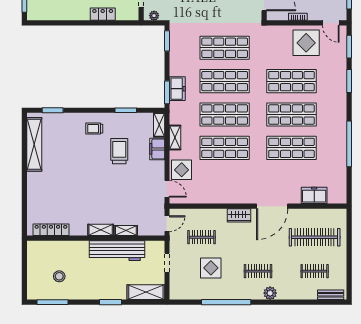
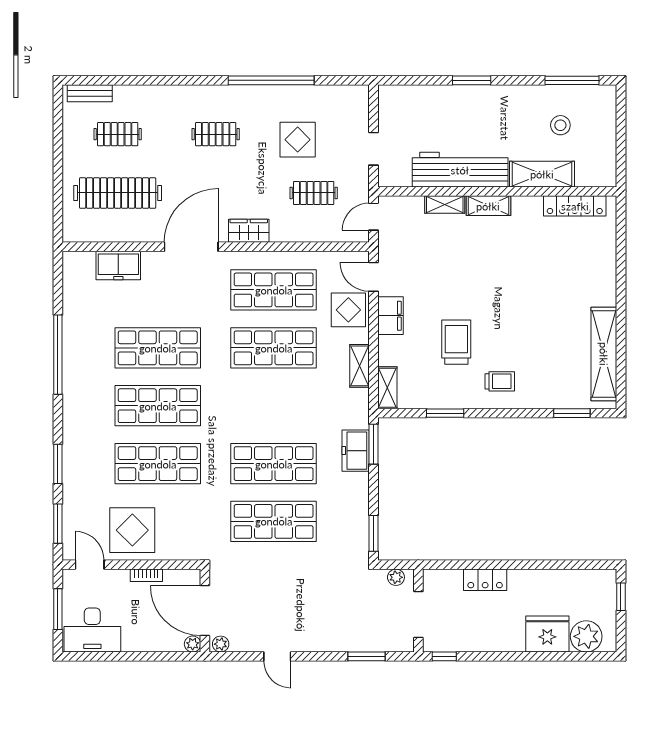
shop shelf: (225, 115) -> (274, 290), moved
filing cabinet: (157, 149) -> (390, 316), moved
trolley: (119, 151) -> (456, 342), turned 180
shelving: (146, 292) -> (542, 174), moved
plant: (270, 293) -> (195, 96), removed

